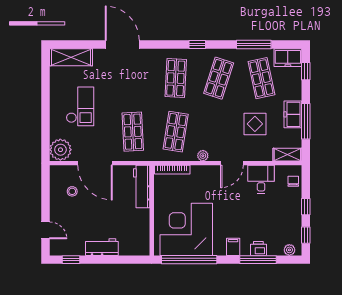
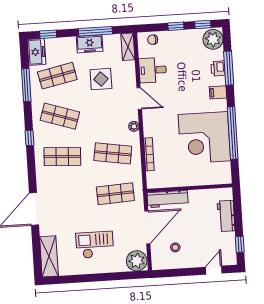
workbench: (142, 186) -> (168, 199), moved
wall: (152, 210) -> (190, 188), moved
plant: (289, 250) -> (213, 39), width x1.87, depth x1.87

